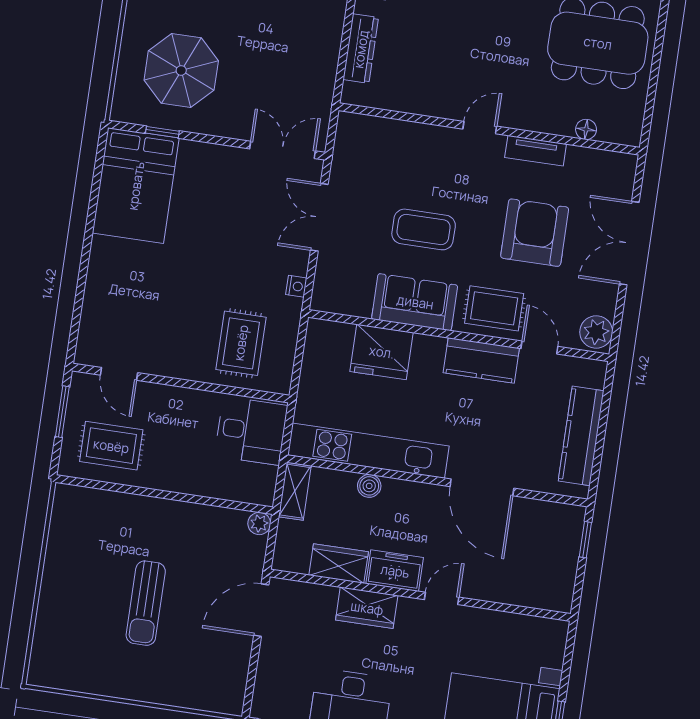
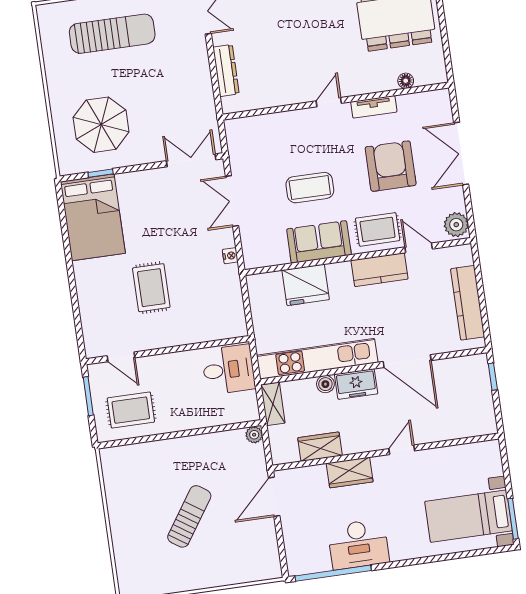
rug: (241, 343) -> (151, 288), moved
freezer: (395, 571) -> (356, 384), moved, turned 180
sun lounger: (146, 603) -> (189, 516), turned -146

